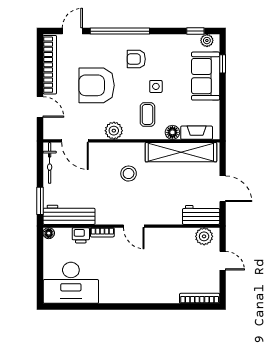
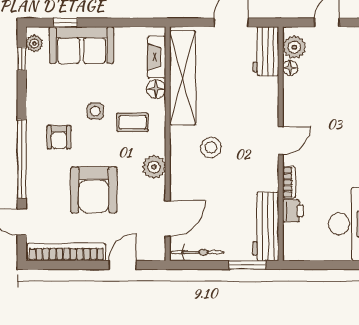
floor lamp: (49, 233) -> (290, 68), moved

